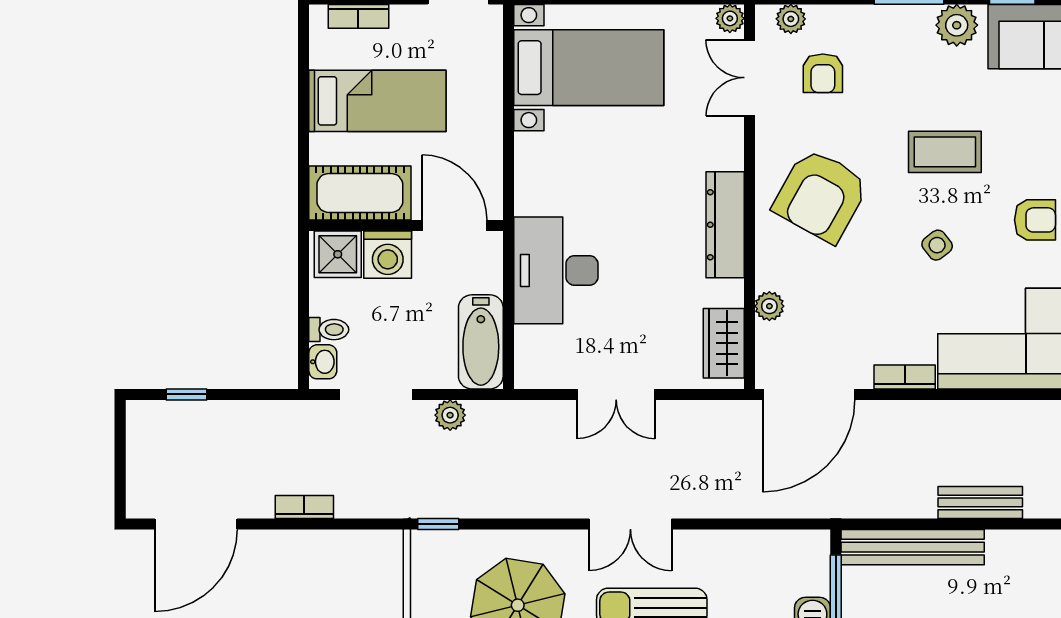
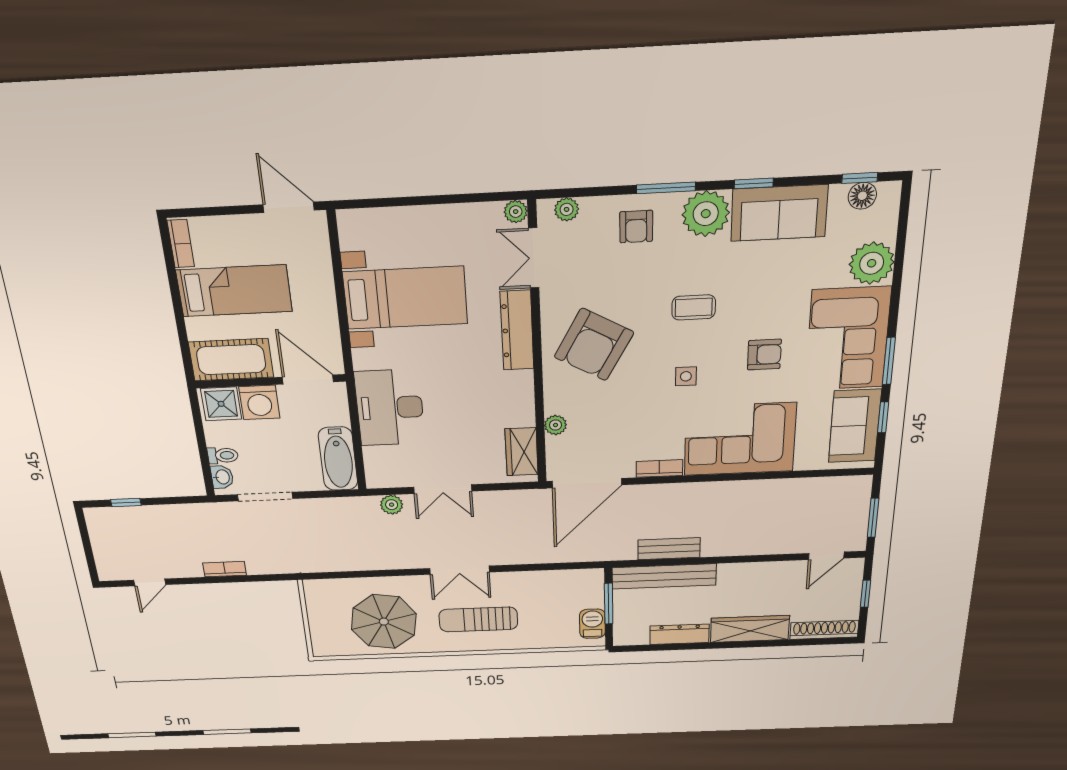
bookcase: (358, 16) -> (181, 244), moved, turned -90
plant: (957, 25) -> (706, 214), width x1.36, depth x1.36
bed with nightstands: (589, 68) -> (405, 298), moved
armchair: (823, 73) -> (636, 227), moved
coffee table: (945, 152) -> (694, 307), width x0.73, depth x0.77
dresser: (725, 225) -> (517, 330), moved
side table: (937, 245) -> (686, 376), turned 38
plant: (450, 415) -> (392, 505), moved
bench: (980, 502) -> (669, 549), moved
door: (196, 524) -> (150, 582), width x0.53
window: (438, 524) -> (322, 576), removed

